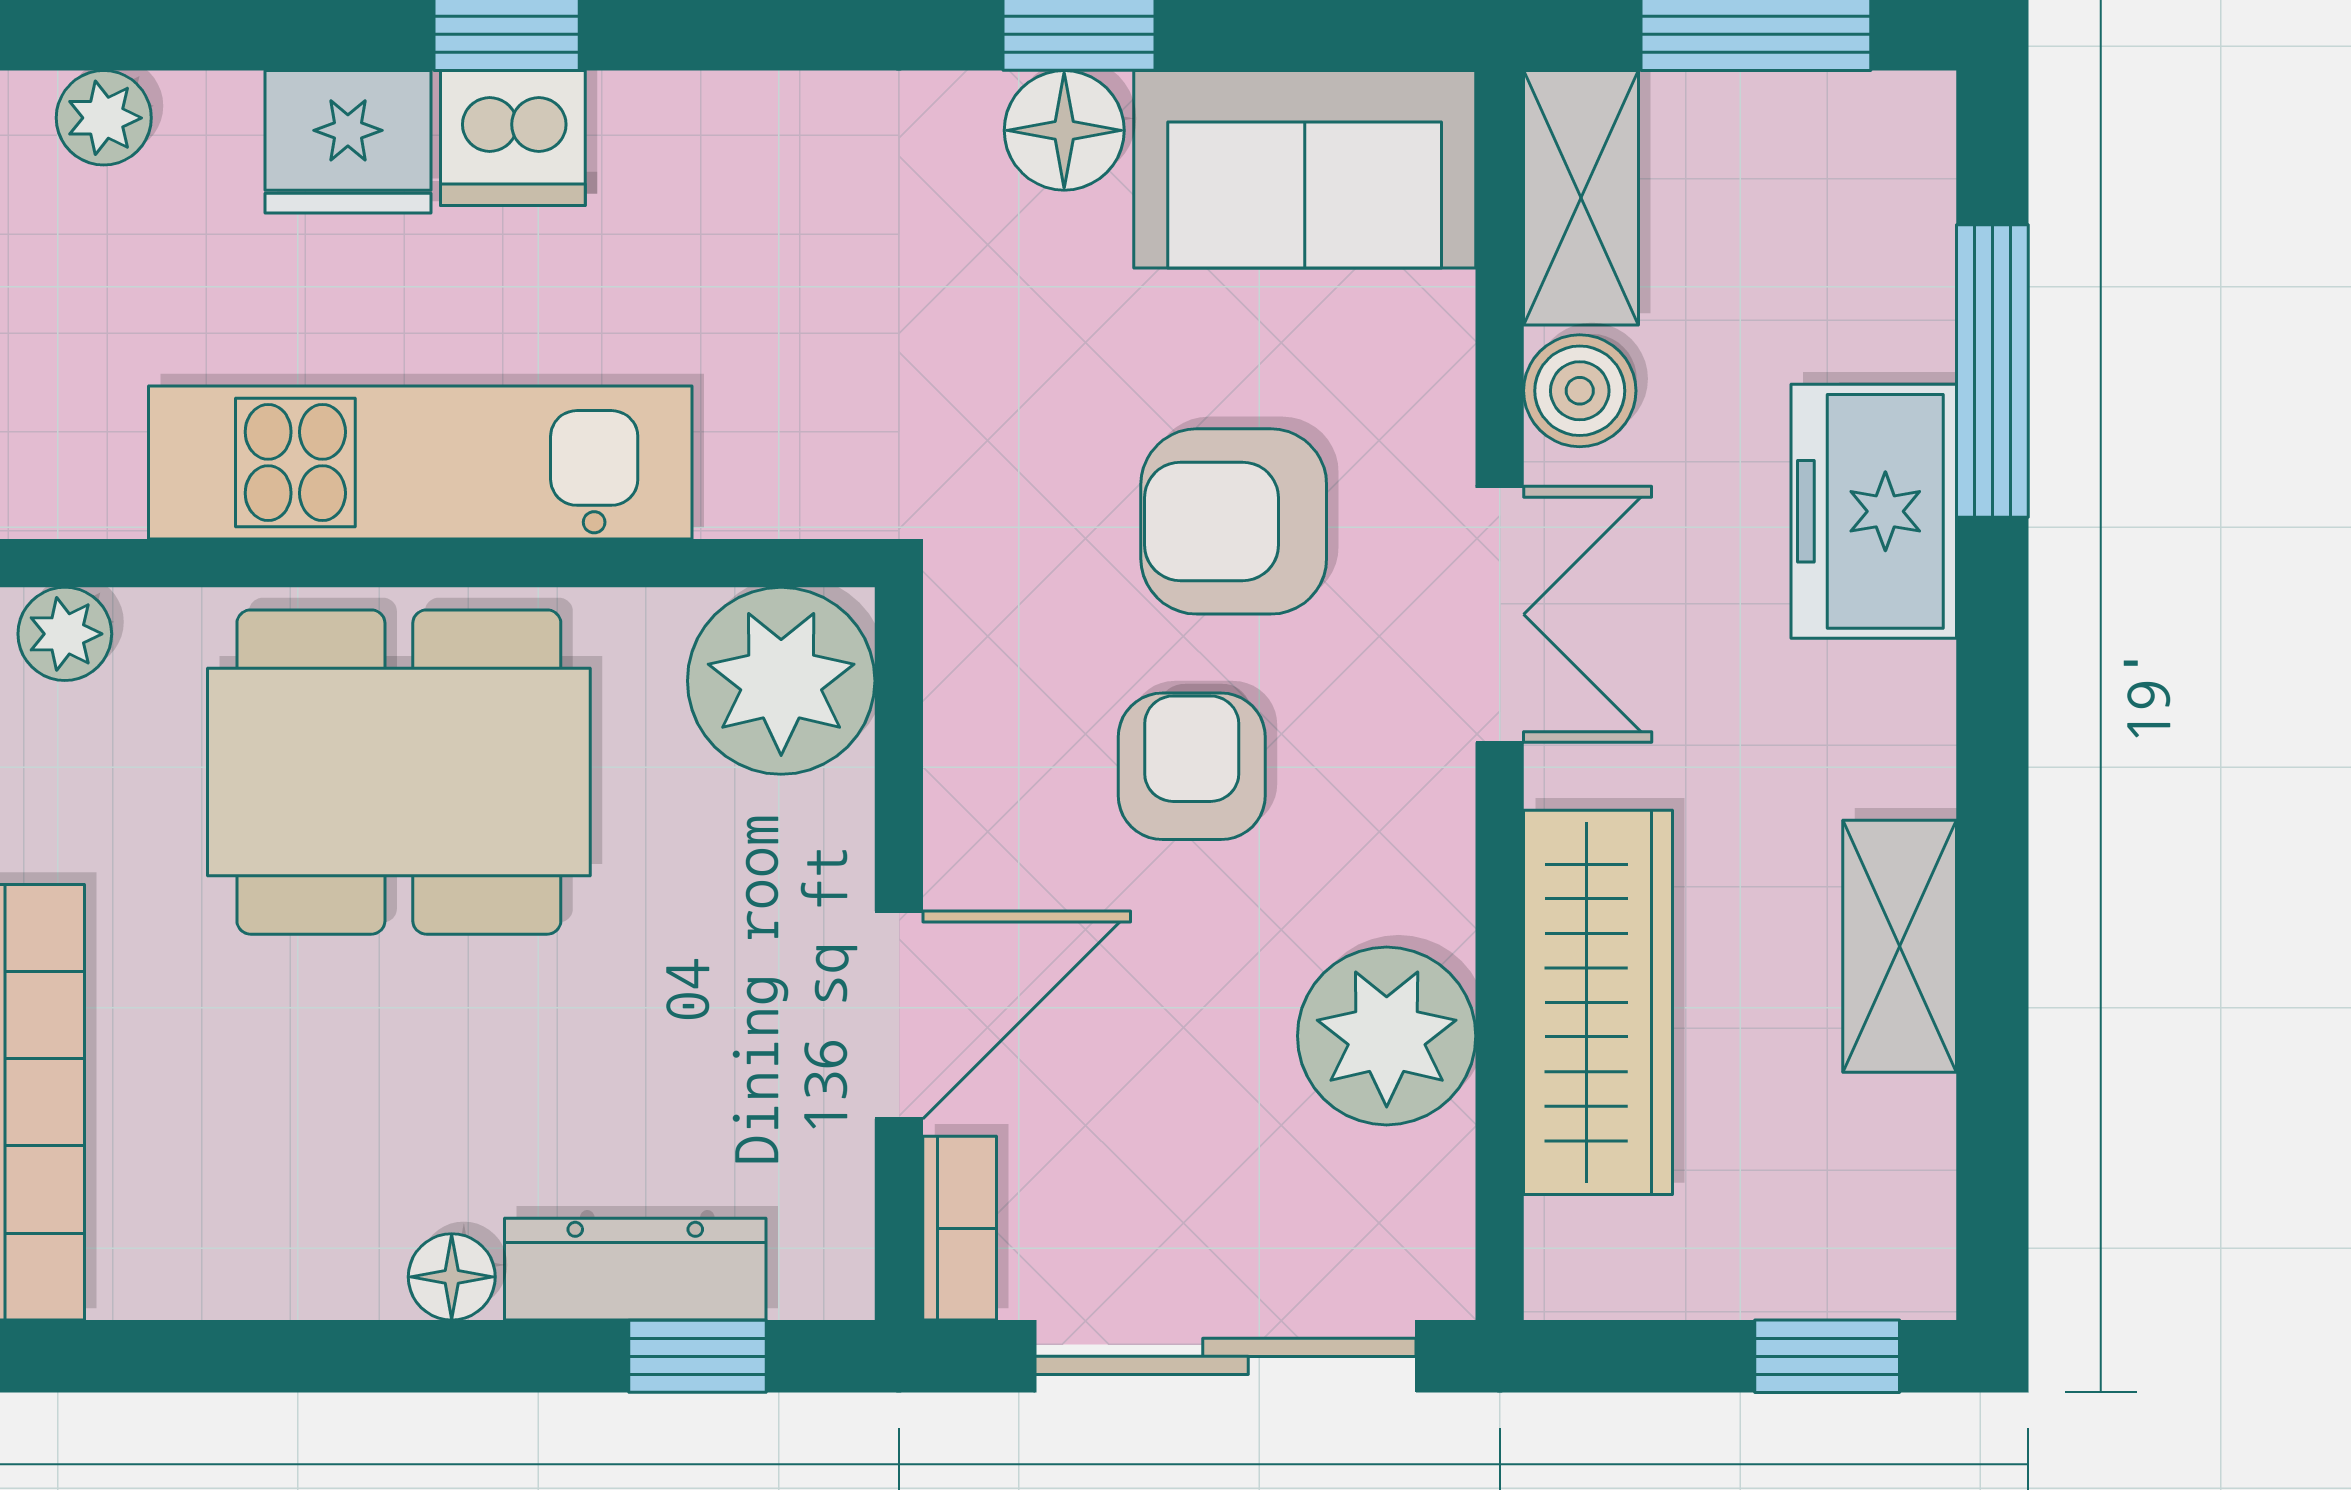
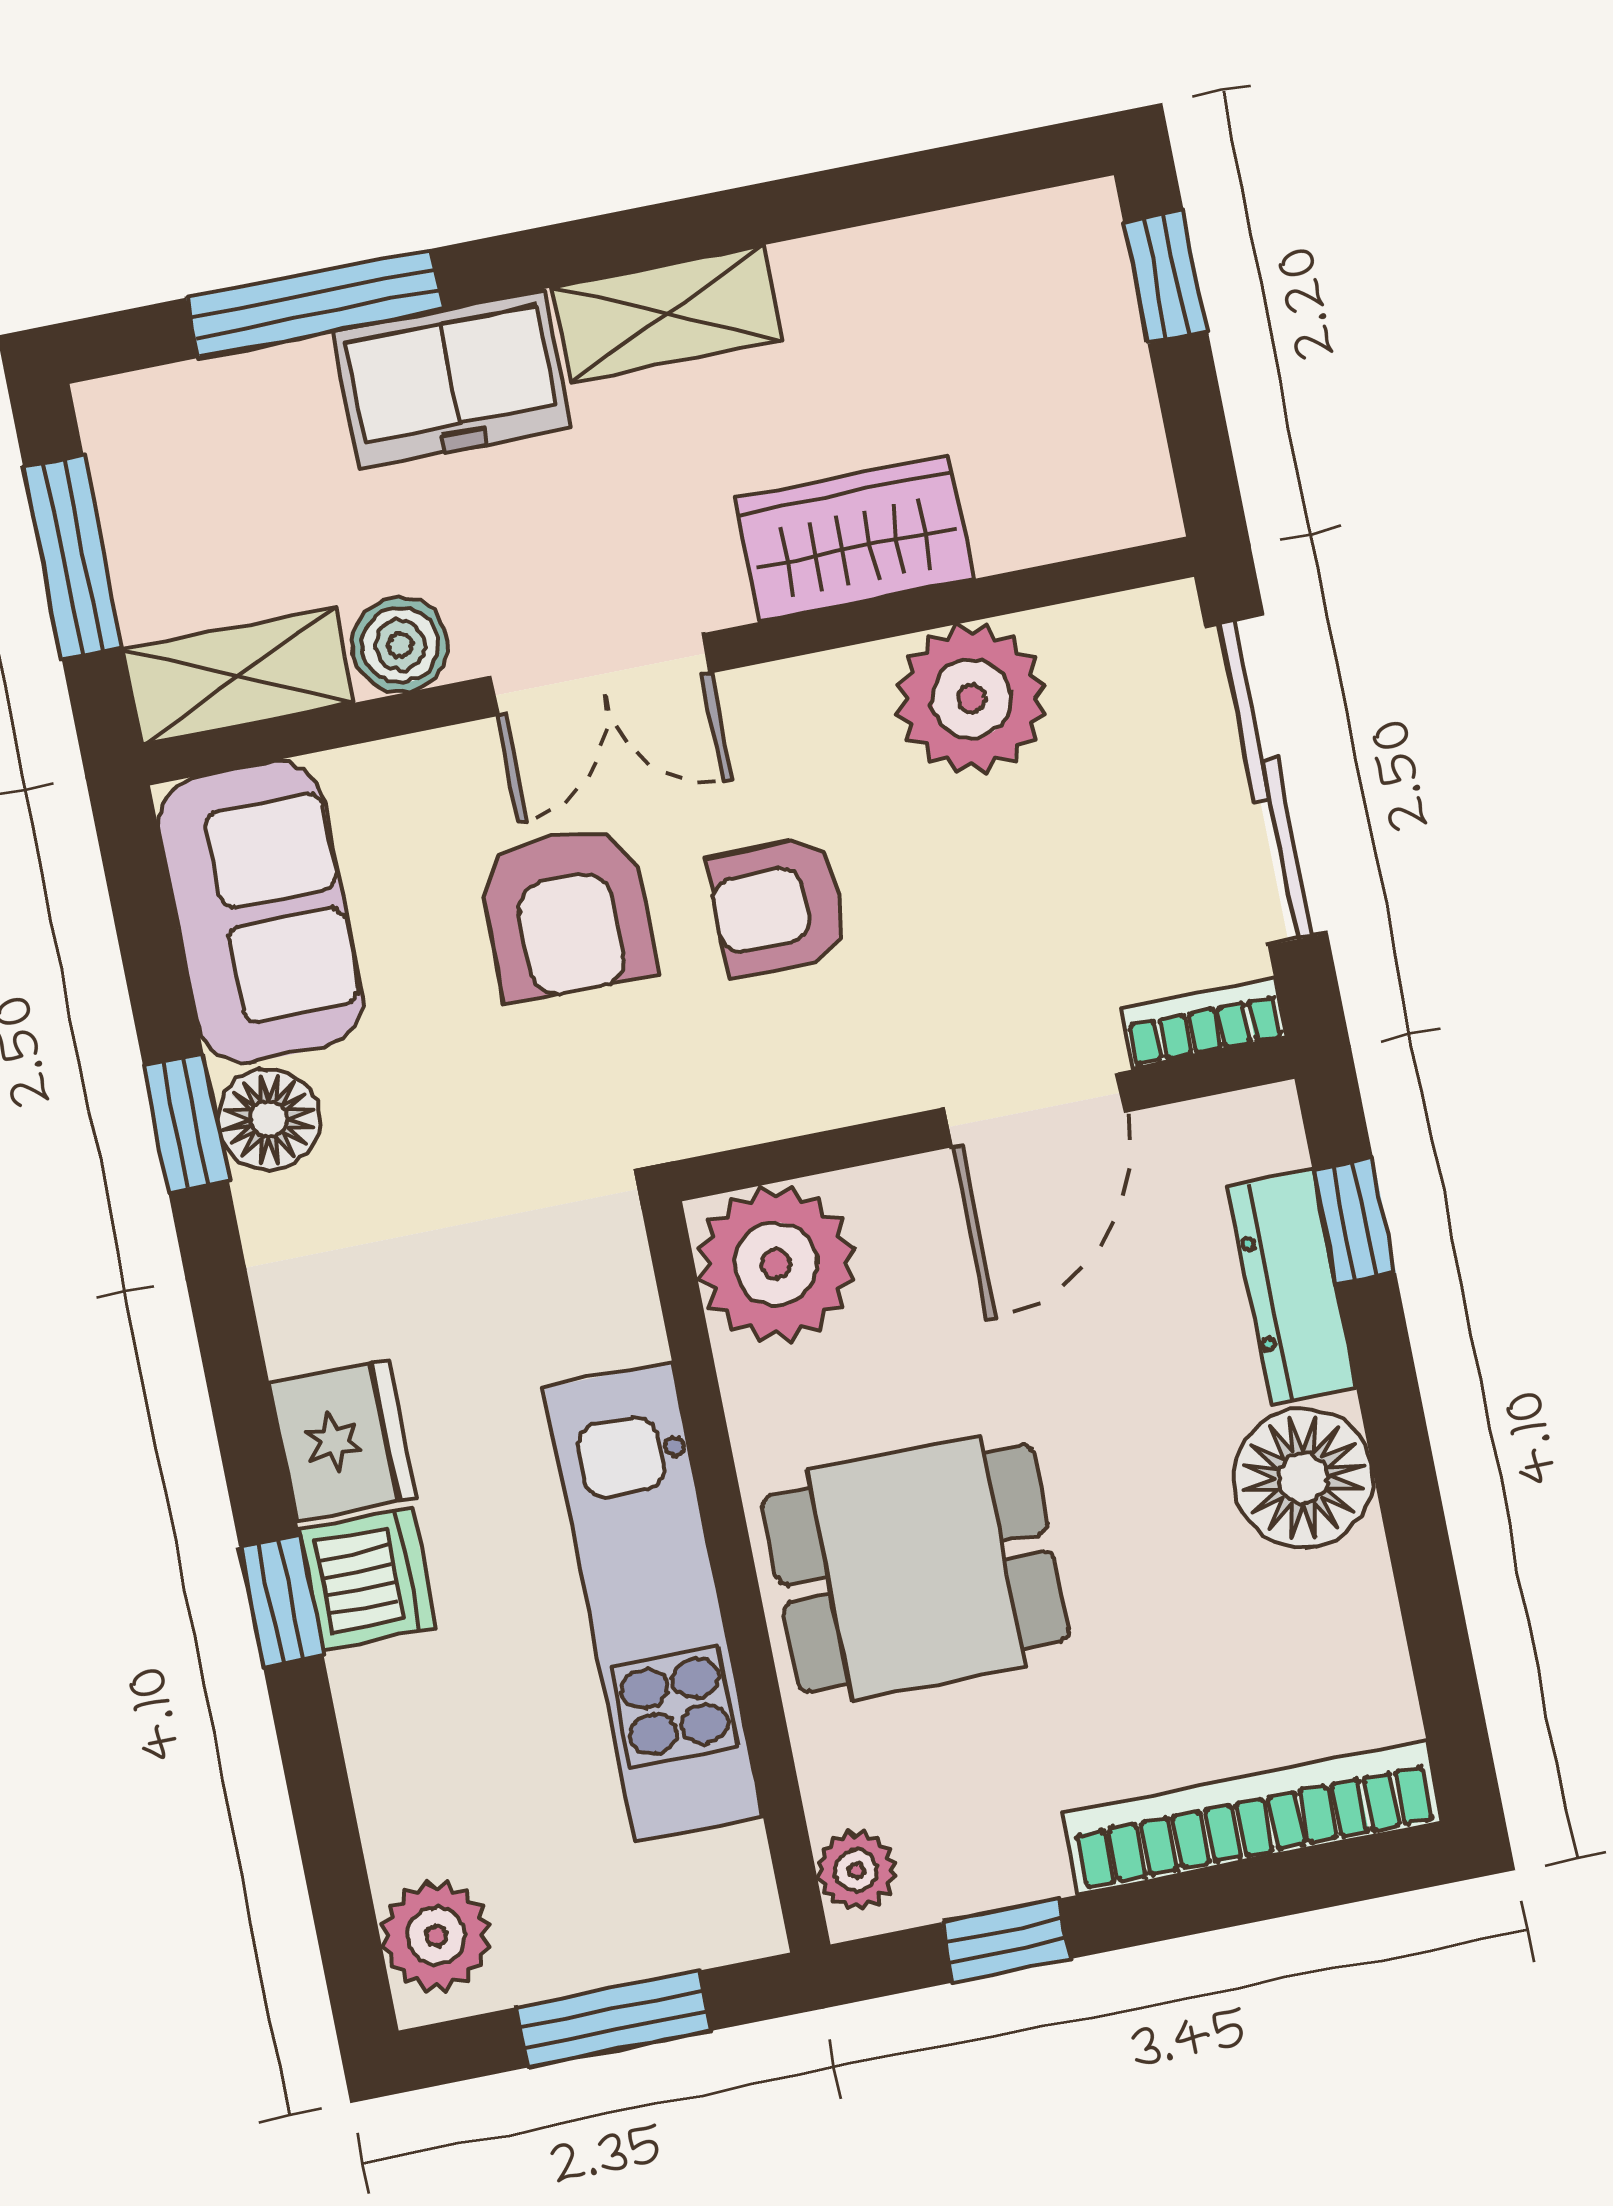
plant: (104, 118) -> (436, 1936), width x1.38, depth x1.38
fridge: (348, 142) -> (343, 1440), moved
double door: (1500, 614) -> (600, 675), swing flipped
dining table: (399, 772) -> (916, 1568), width x0.73
shelving: (1900, 946) -> (667, 314), moved
wardrobe: (1598, 1002) -> (855, 538), width x0.67
door: (899, 1015) -> (1035, 1110), swing flipped
floor lamp: (452, 1277) -> (1303, 1478), width x1.89, depth x1.89

